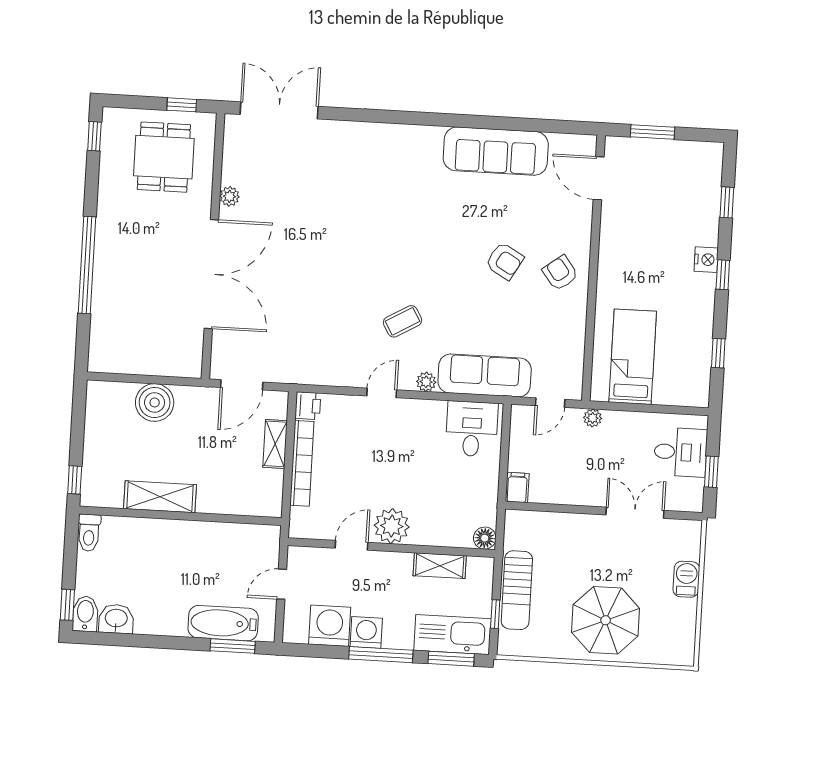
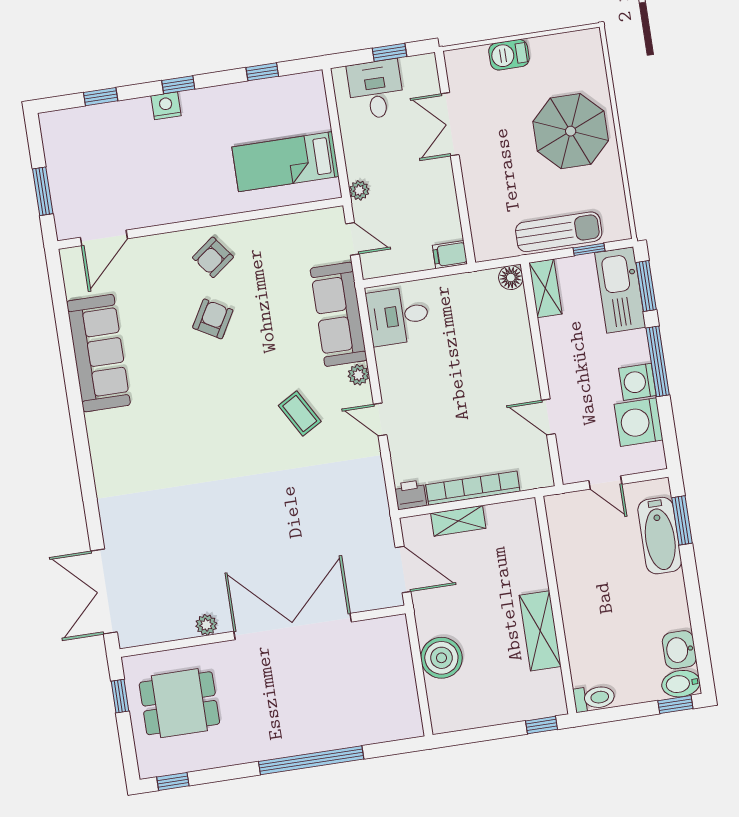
plant: (392, 526) -> (519, 379), removed
shelving: (440, 566) -> (545, 288), moved

